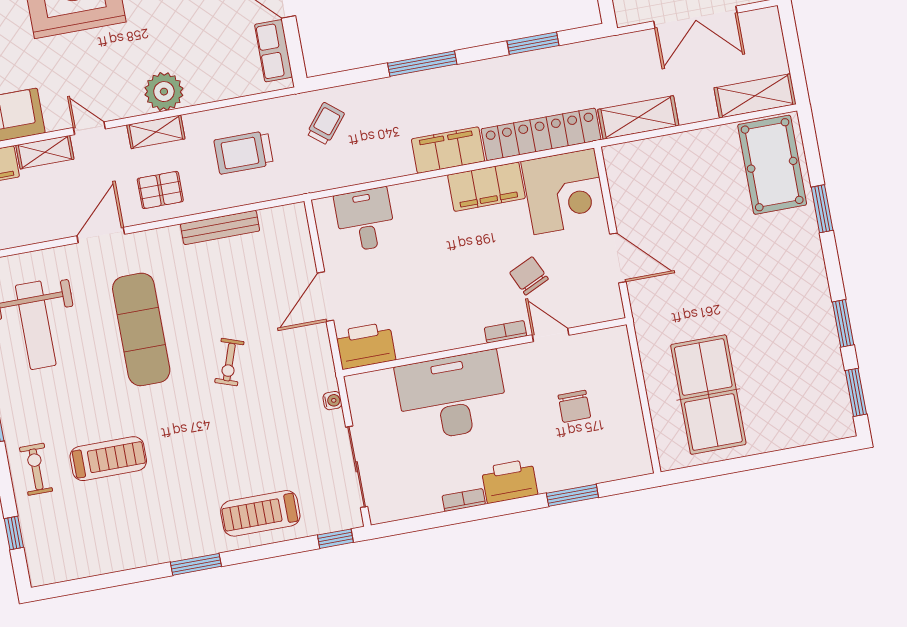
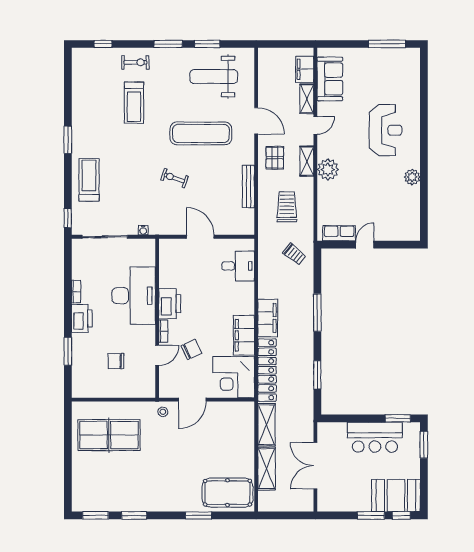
shelving: (755, 96) -> (267, 469), moved
stool: (649, 306) -> (163, 412), added
printer: (366, 346) -> (170, 304), moved

